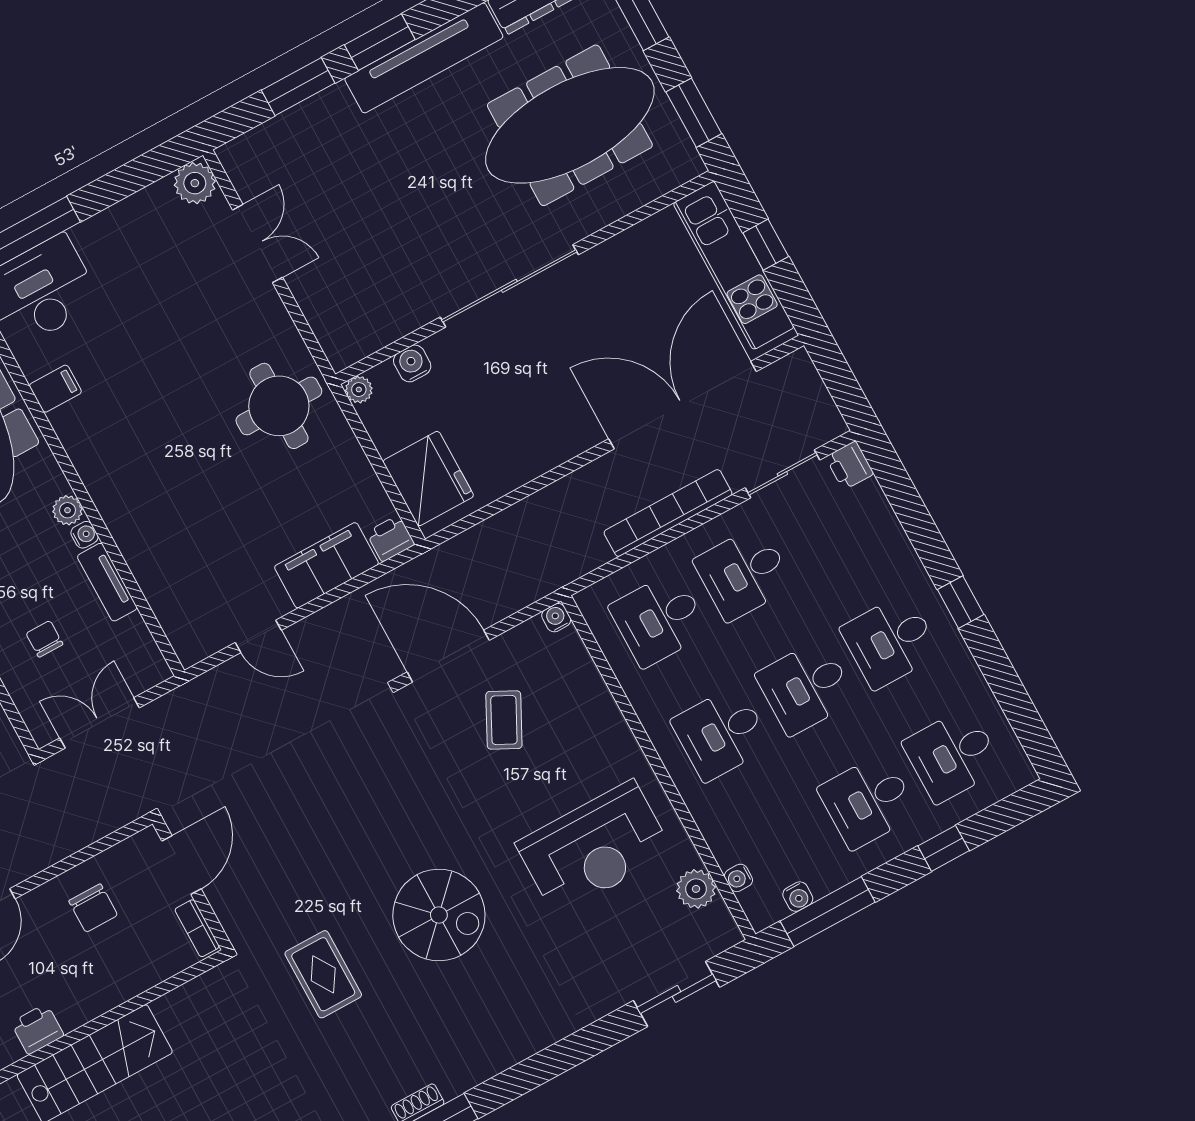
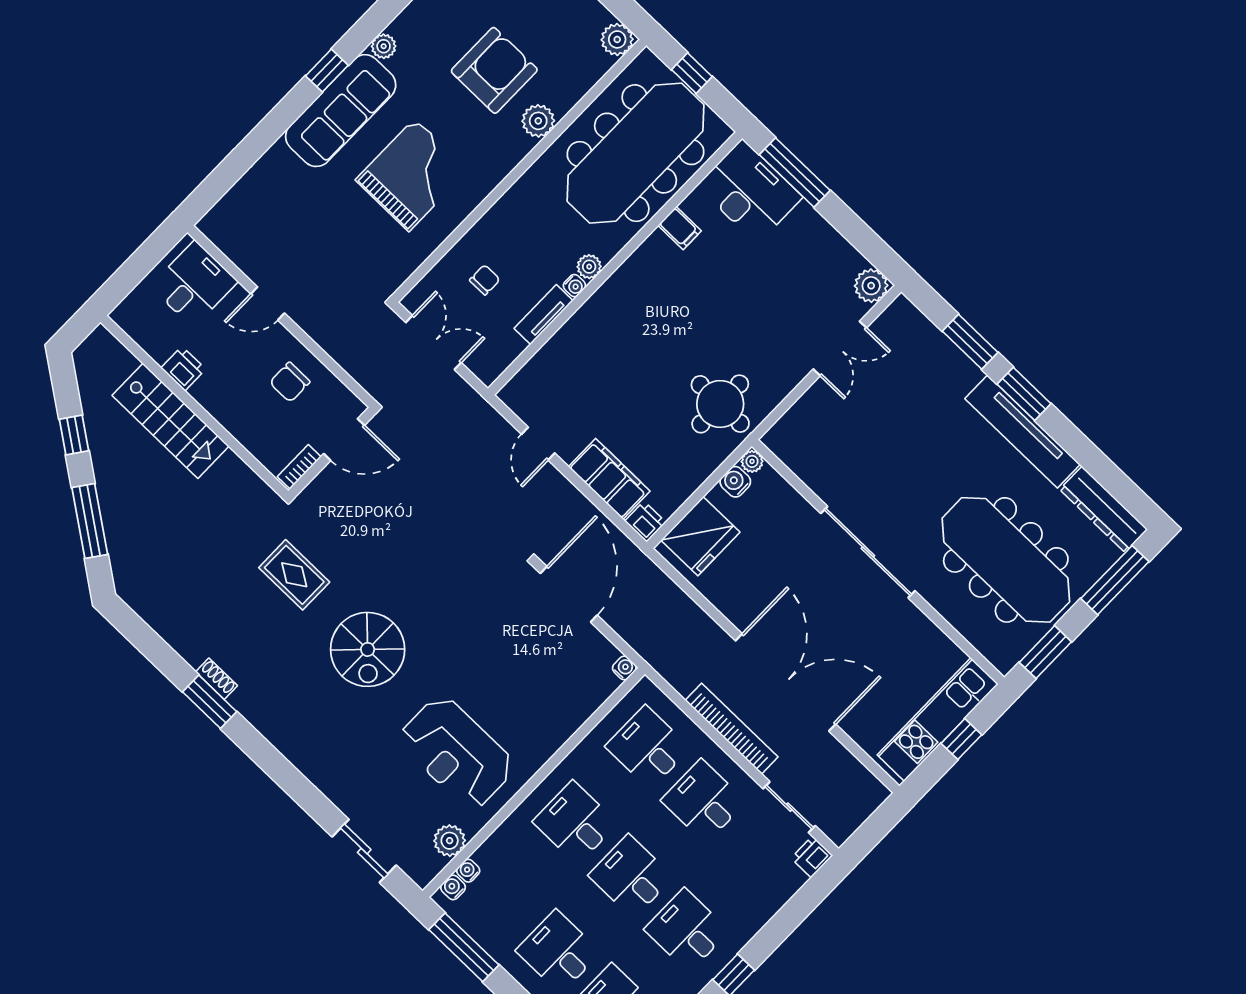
water cooler: (412, 363) -> (735, 482), moved, turned -90
double door: (682, 405) -> (786, 682), moved
coffee table: (504, 720) -> (533, 652), removed
water cooler: (798, 897) -> (453, 887), moved, turned 90
rug: (323, 974) -> (294, 575), turned 90

